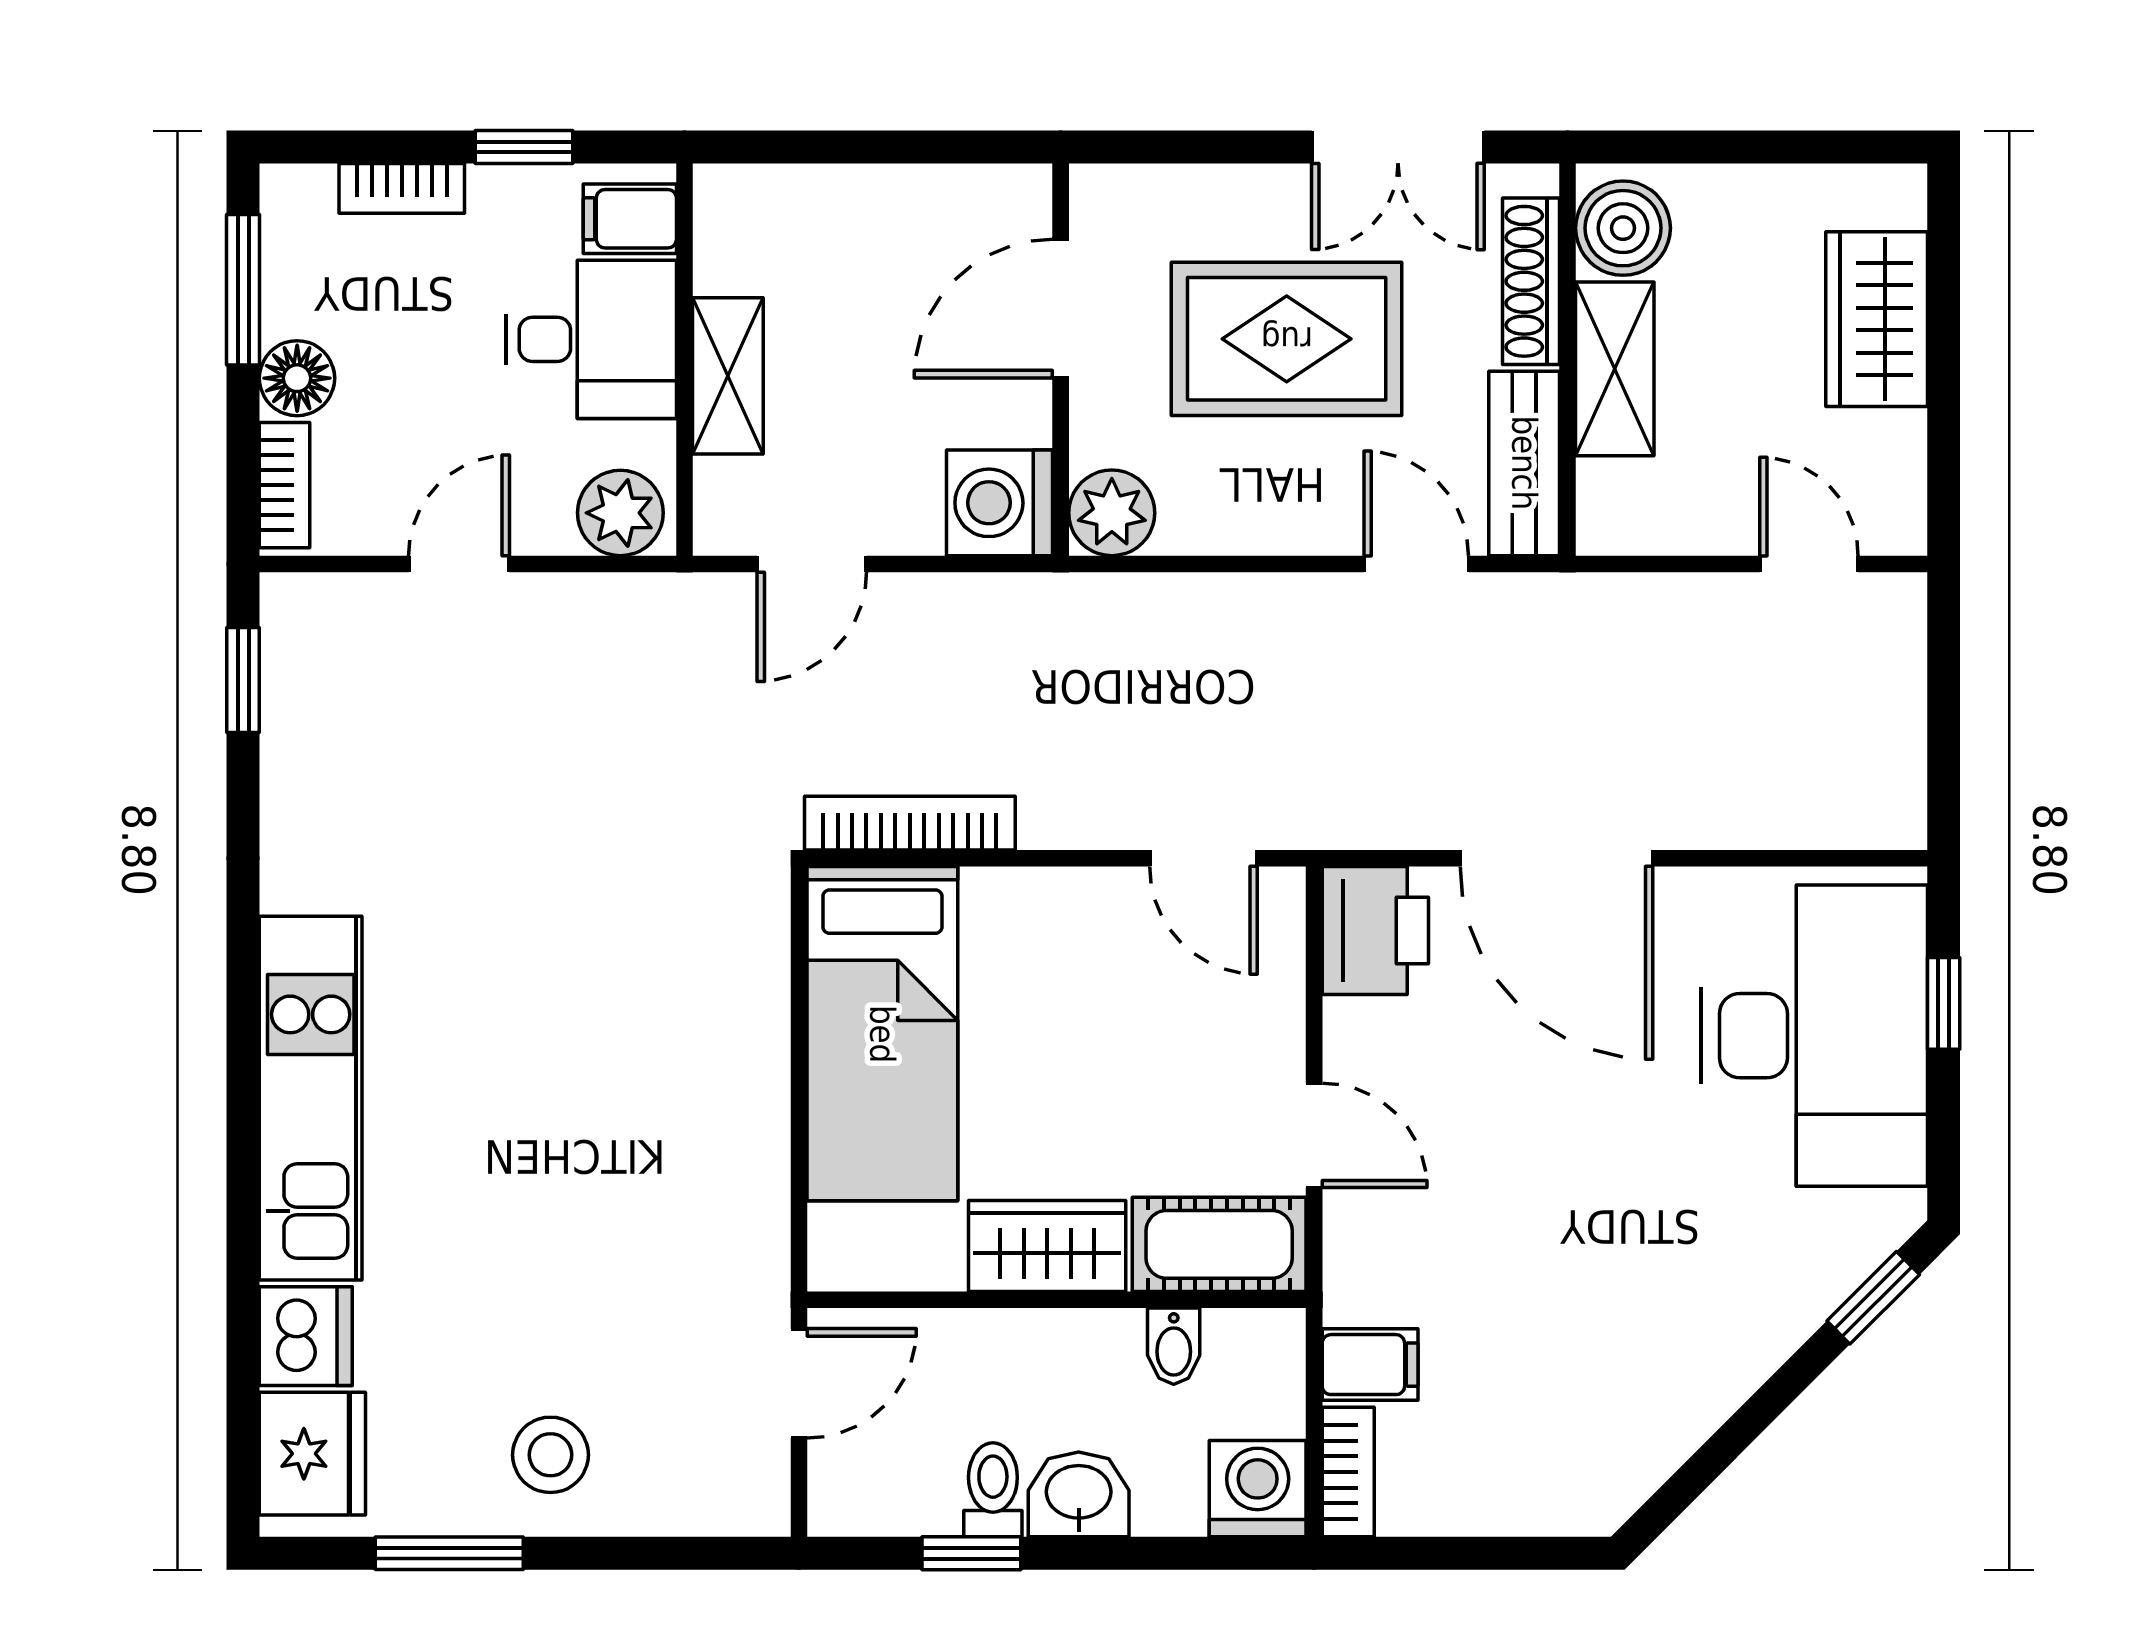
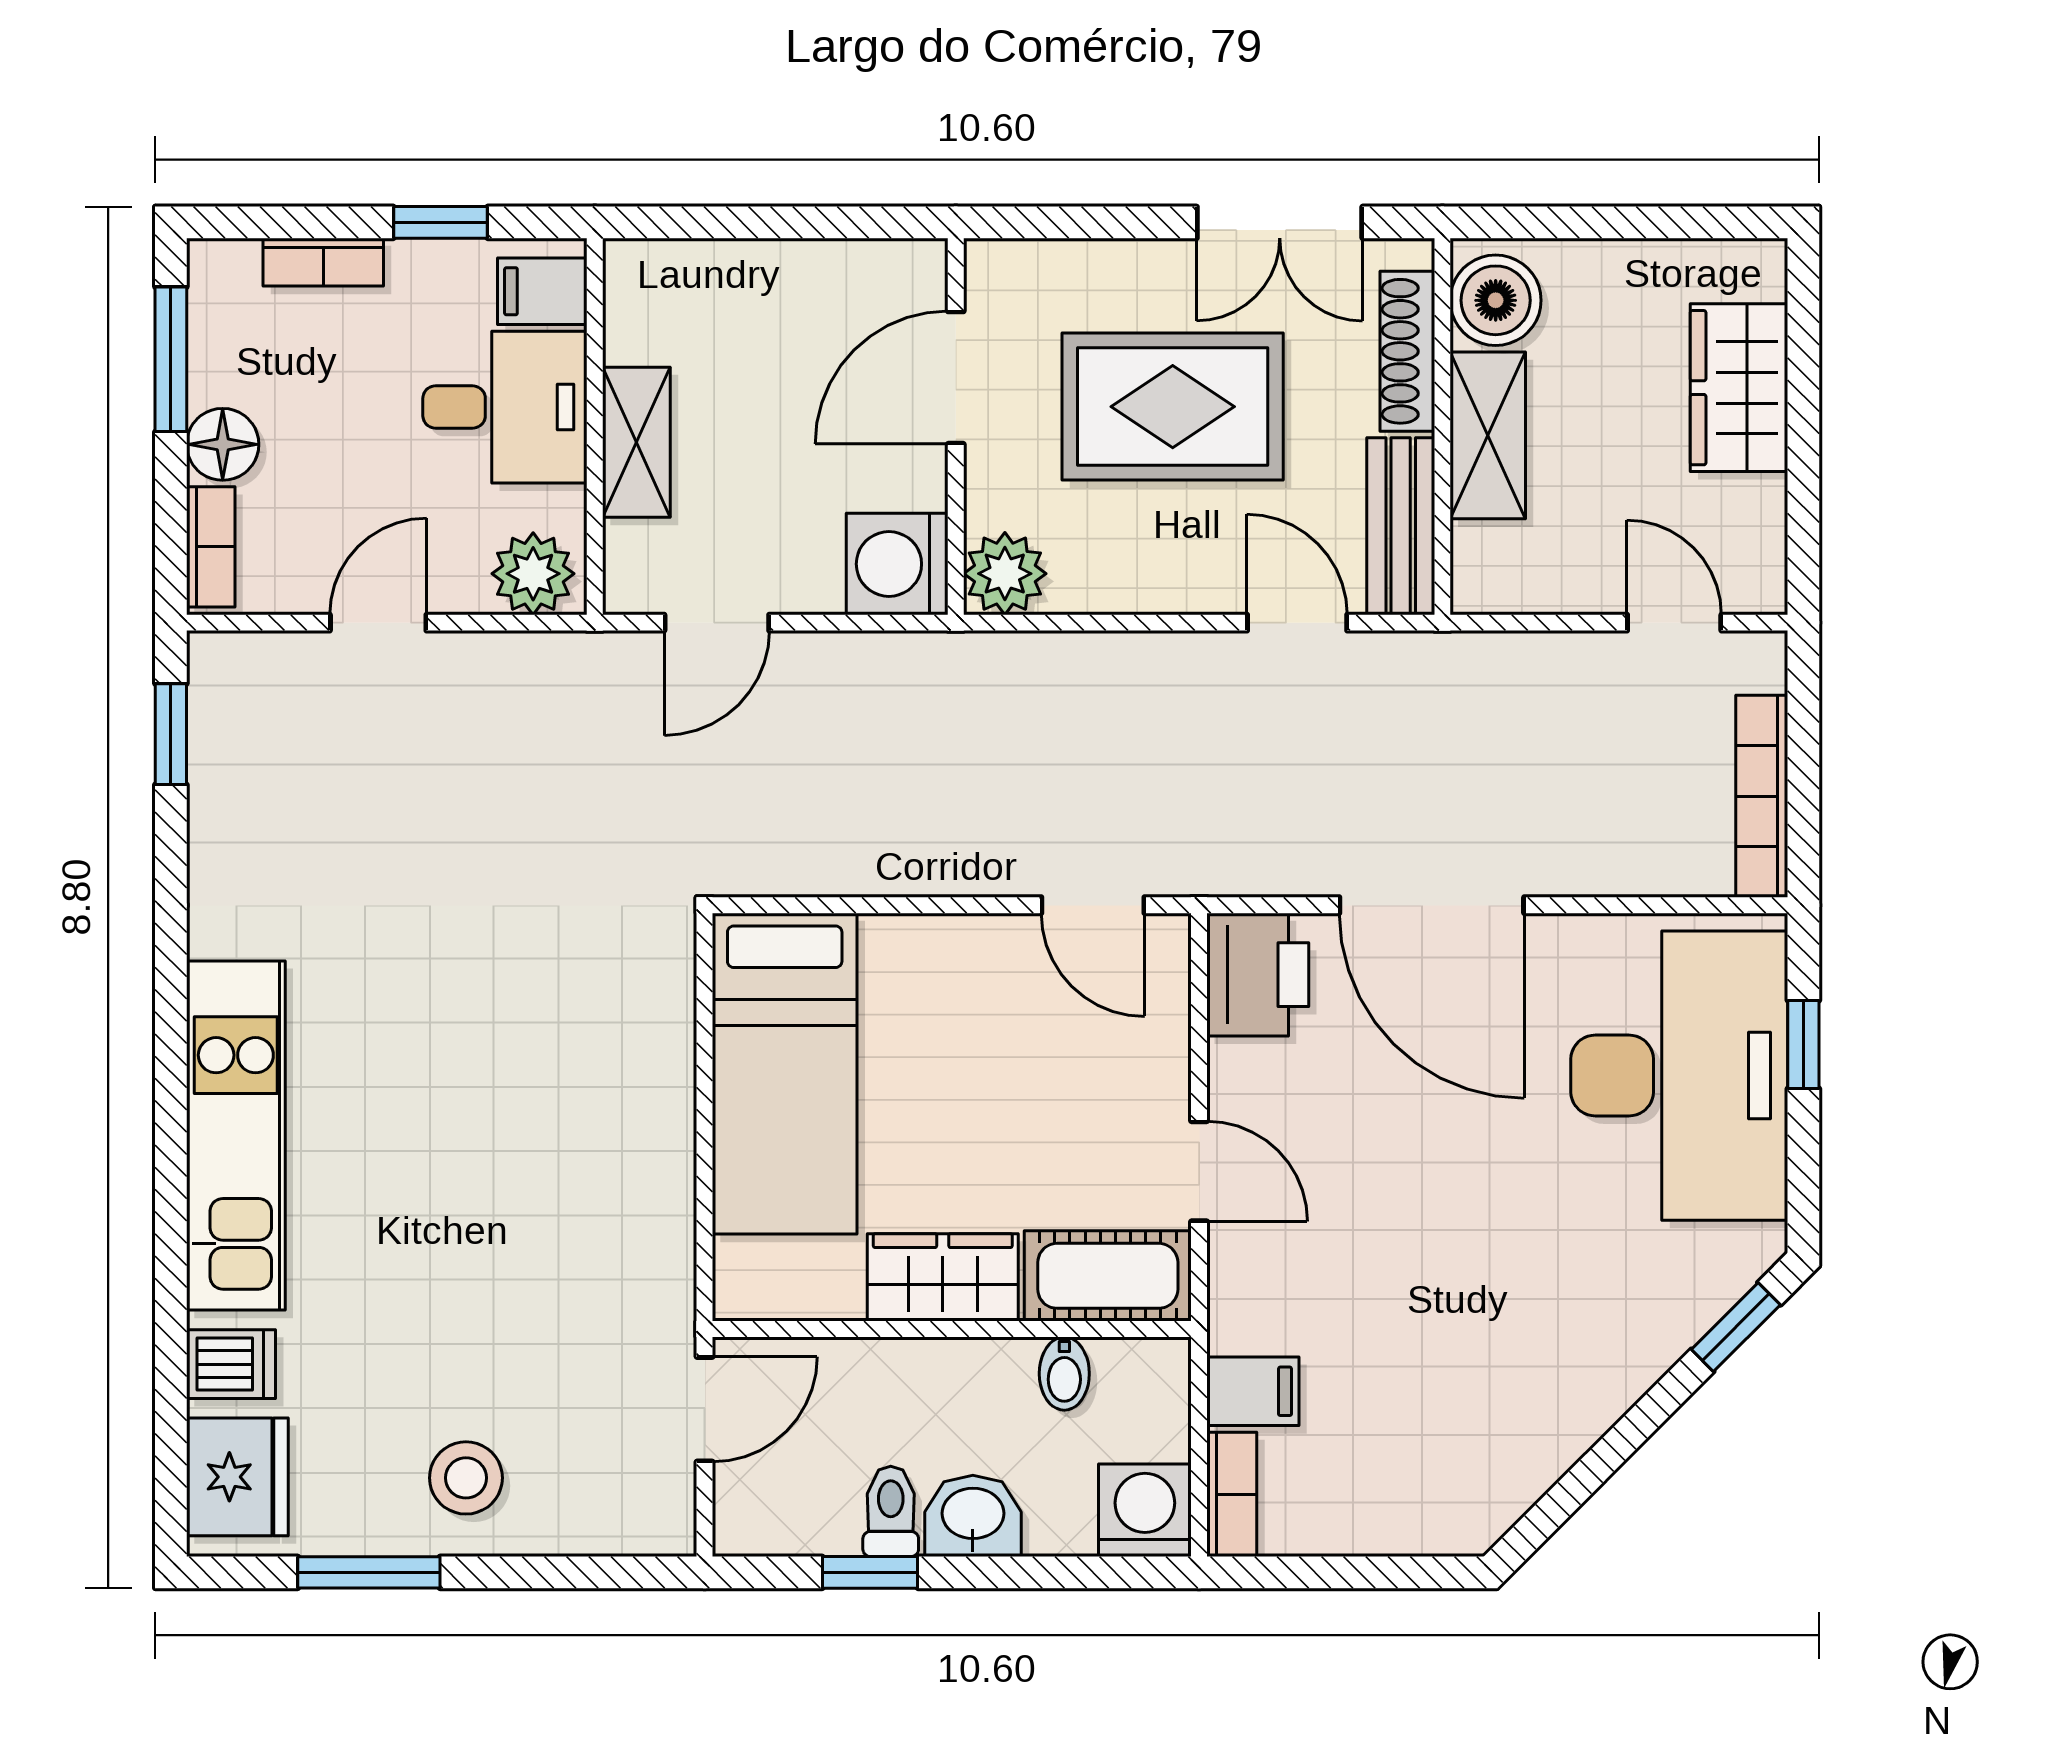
bookcase: (910, 823) -> (1762, 796), moved, turned -90
dishwasher: (306, 1336) -> (231, 1364), width x0.73

